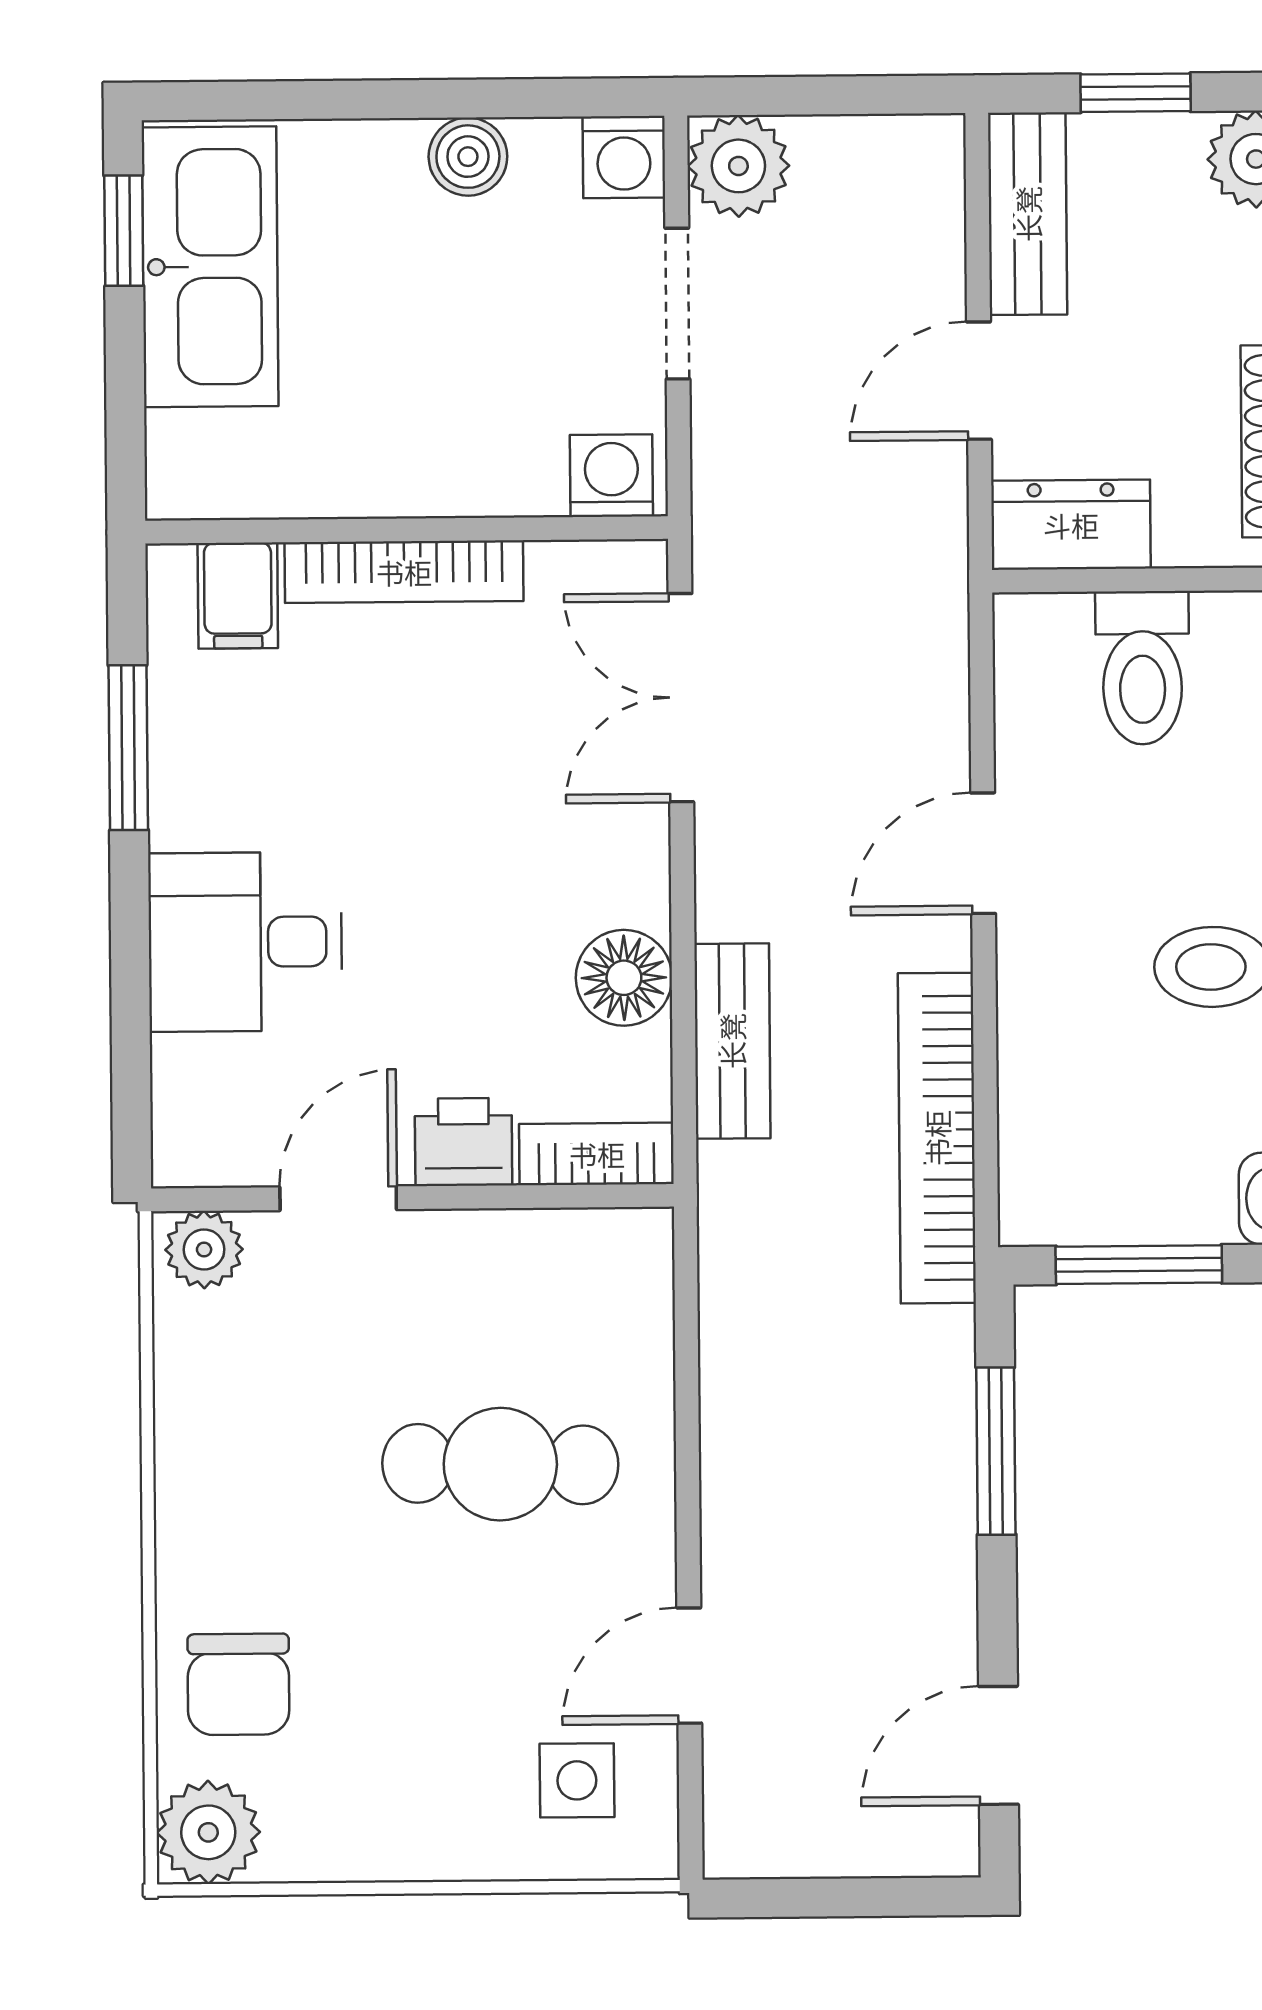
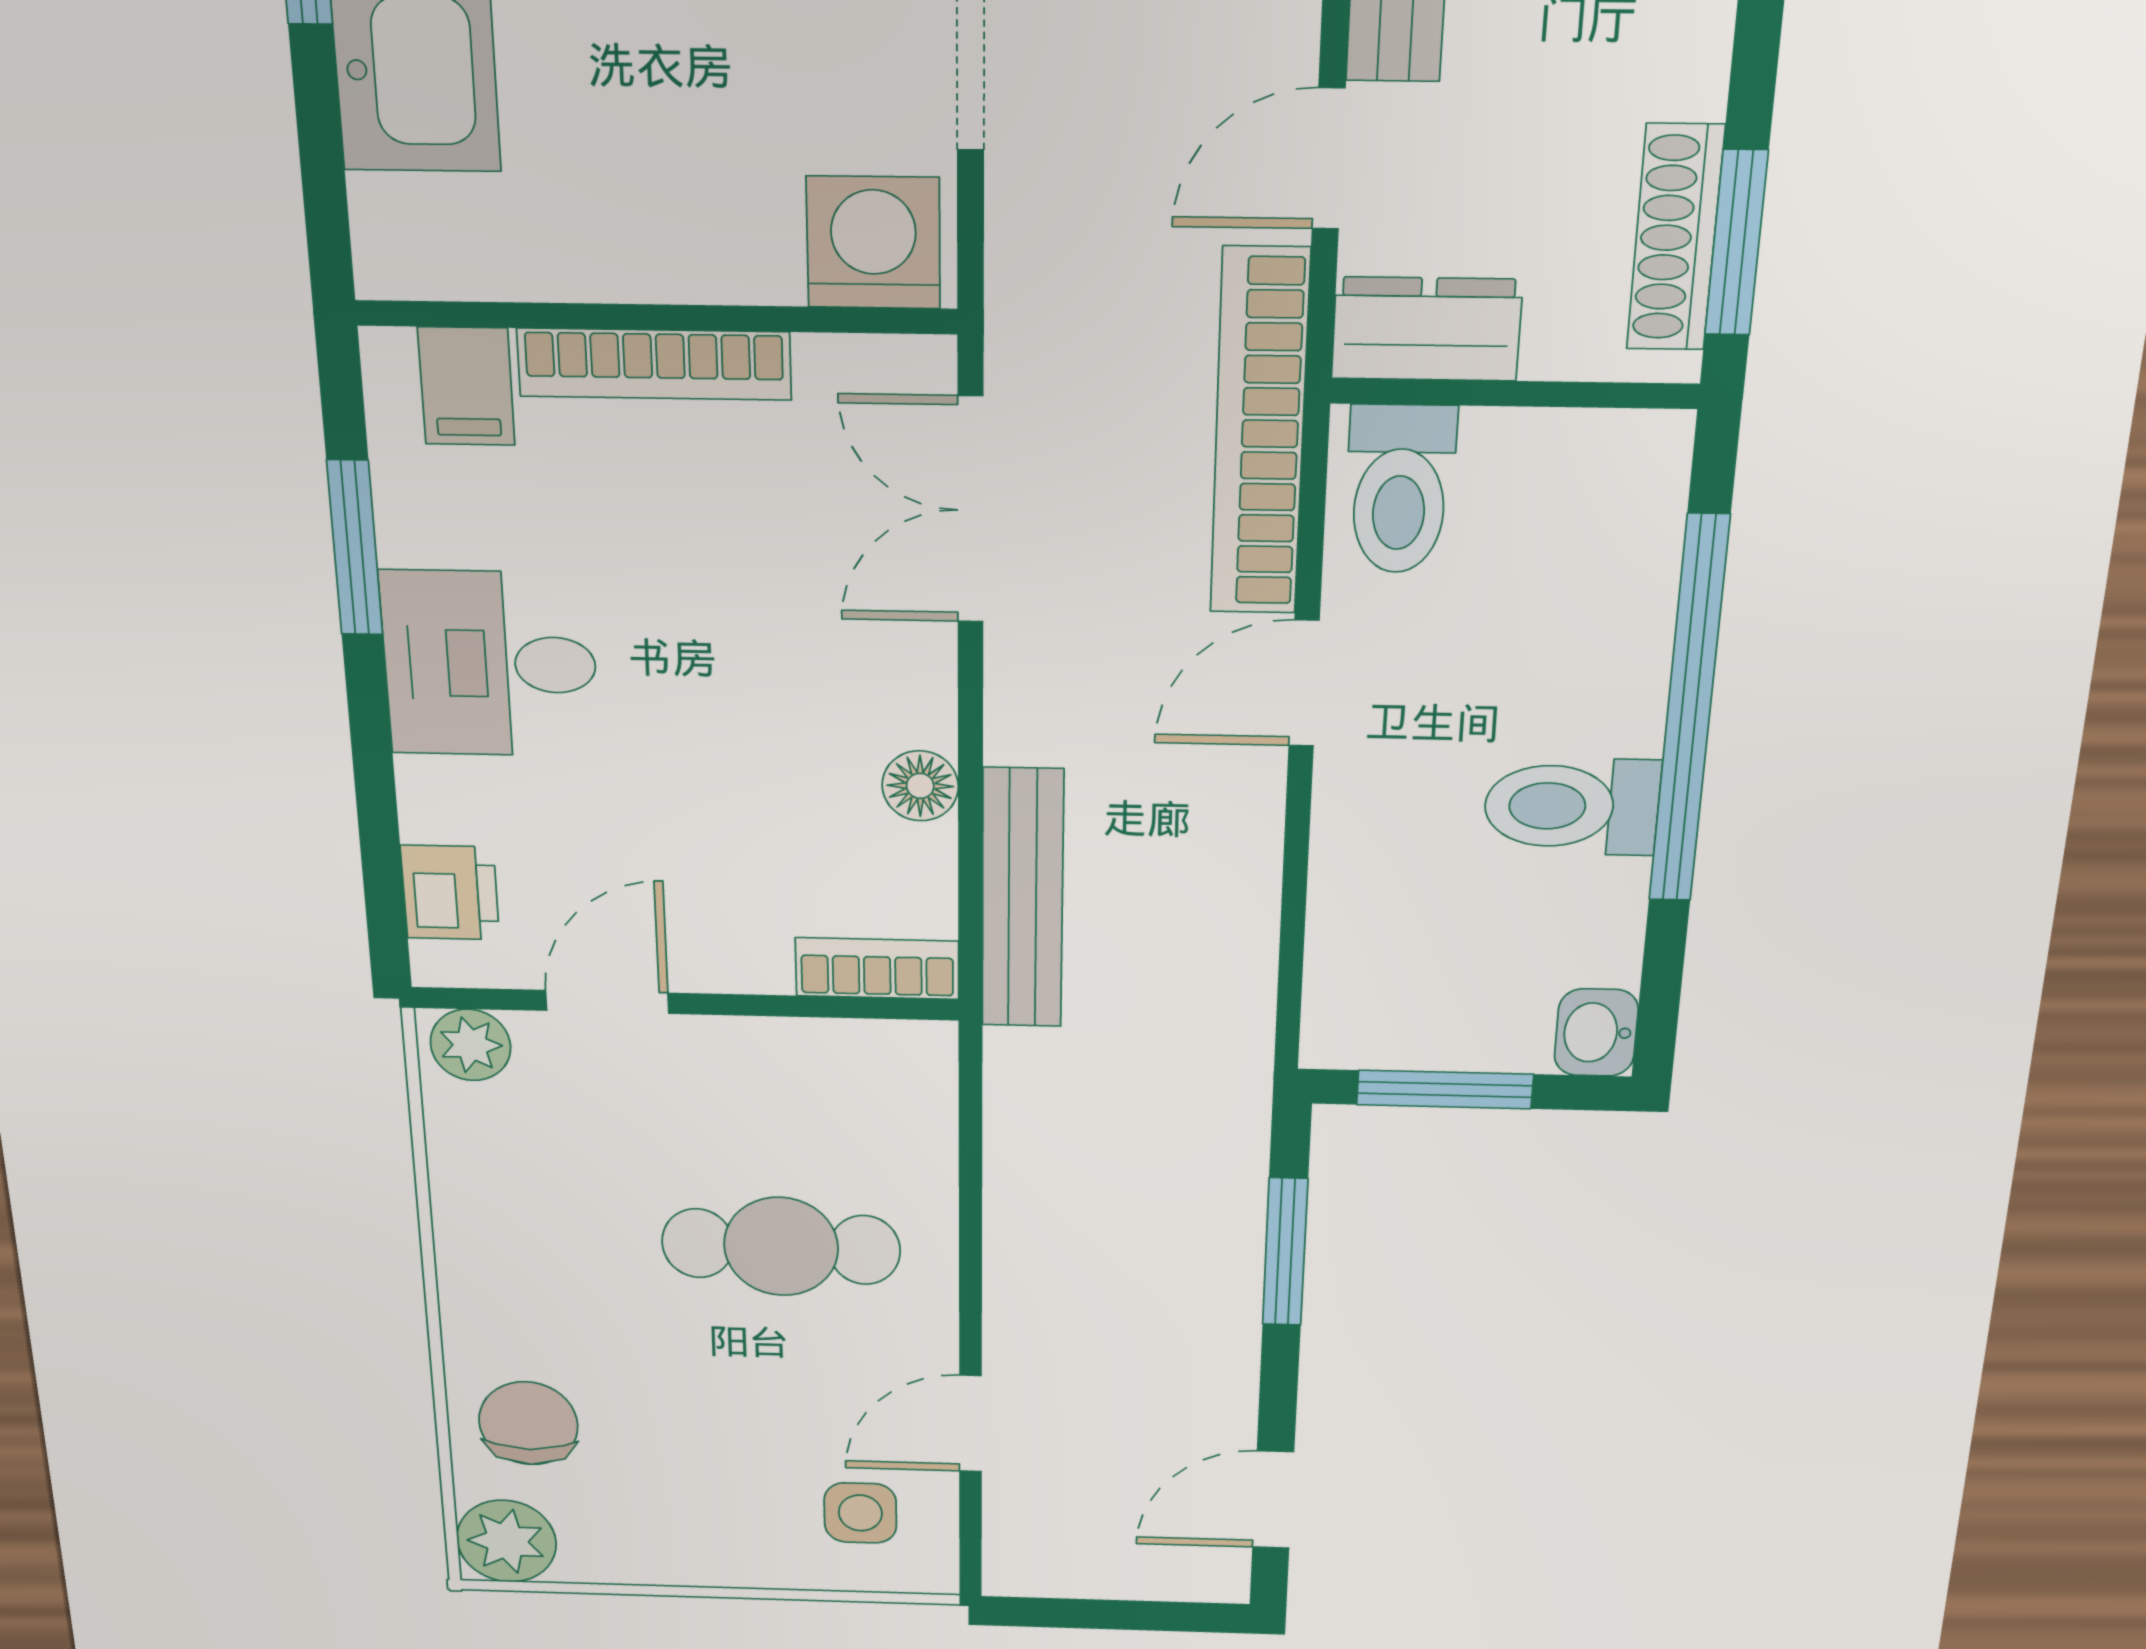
washing machine: (611, 476) -> (873, 243), width x1.38, depth x1.38
toilet: (1142, 668) -> (1400, 489), moved
desk: (245, 942) -> (490, 664), moved
floor lamp: (624, 978) -> (920, 786), width x0.73, depth x0.73
bench: (732, 1041) -> (1022, 899), width x1.36
bookcase: (937, 1138) -> (1260, 434), moved
printer: (464, 1142) -> (450, 893), moved, turned 90
chair: (238, 1684) -> (528, 1423), turned 180

